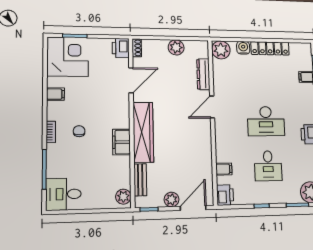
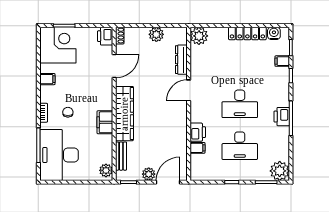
water cooler: (243, 48) -> (274, 33), moved
desk: (268, 166) -> (240, 146), width x1.37
desk: (63, 194) -> (59, 155), width x1.87, depth x1.30
printer: (225, 195) -> (198, 132), moved

